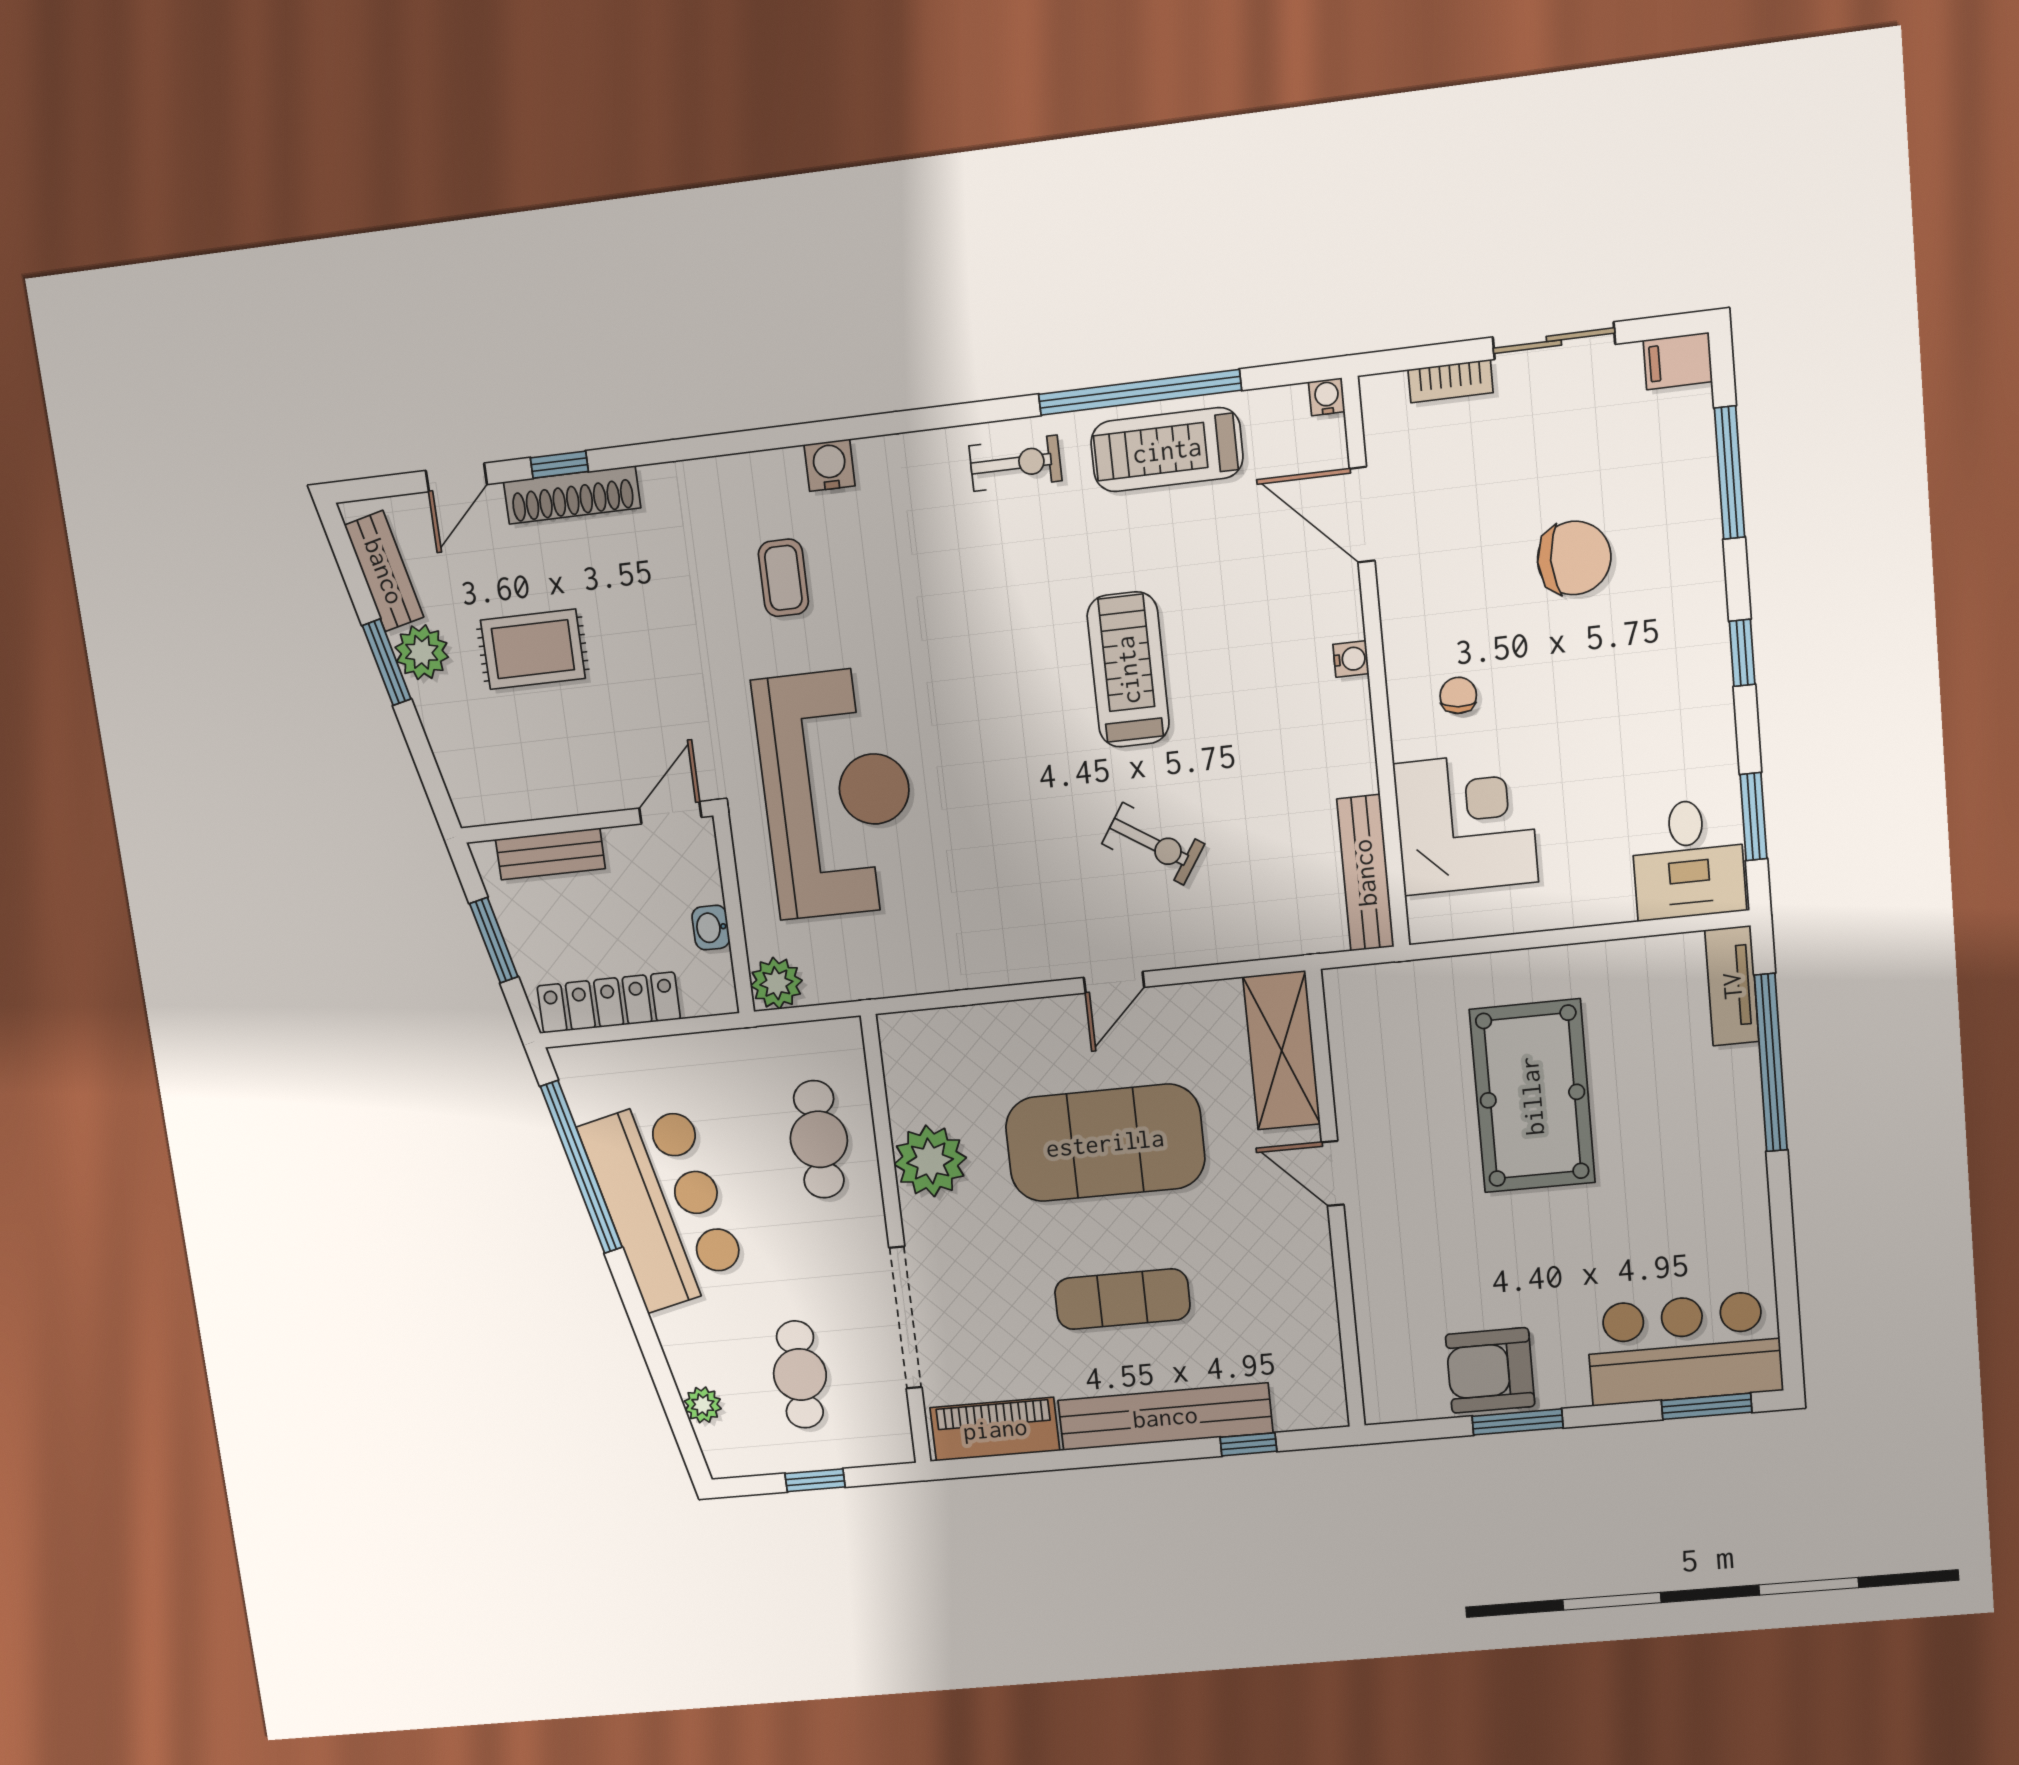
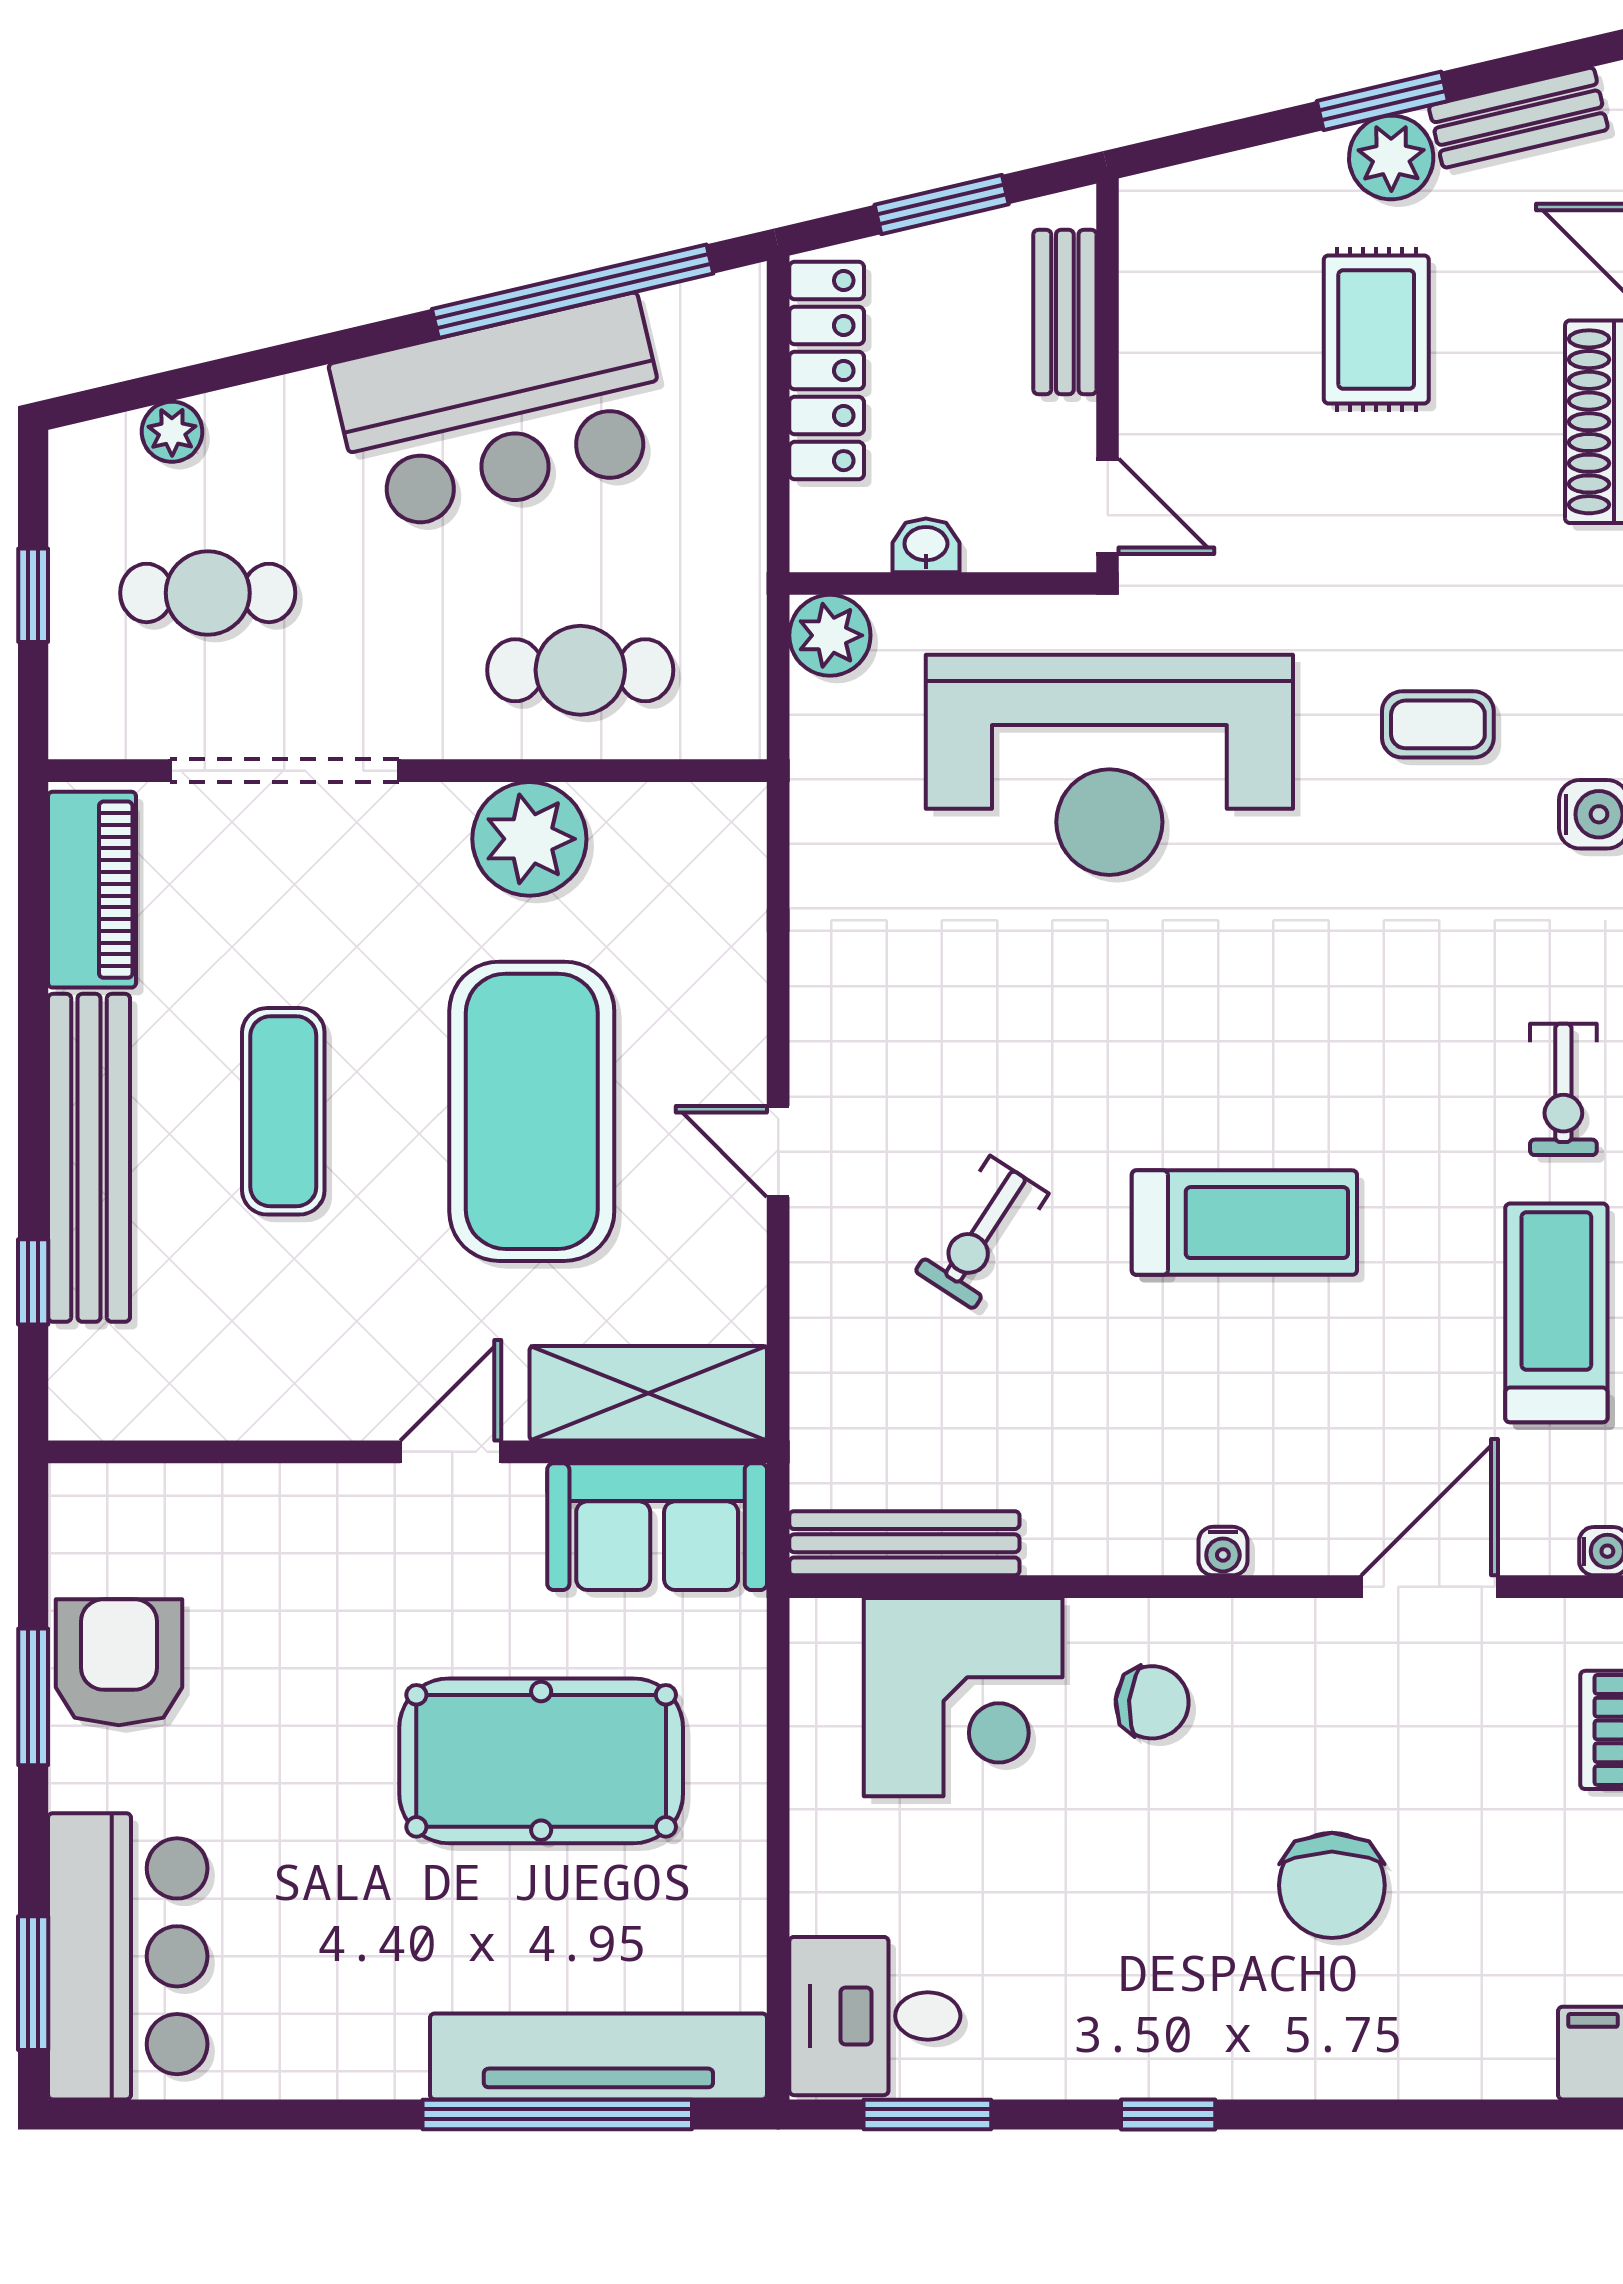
window: (1730, 473) -> (1427, 2114), removed
chair: (1458, 695) -> (1152, 1702), width x1.37, depth x1.37
tv unit: (1732, 986) -> (598, 2056), width x1.92, depth x1.29
sofa: (1369, 1036) -> (657, 1527), added

